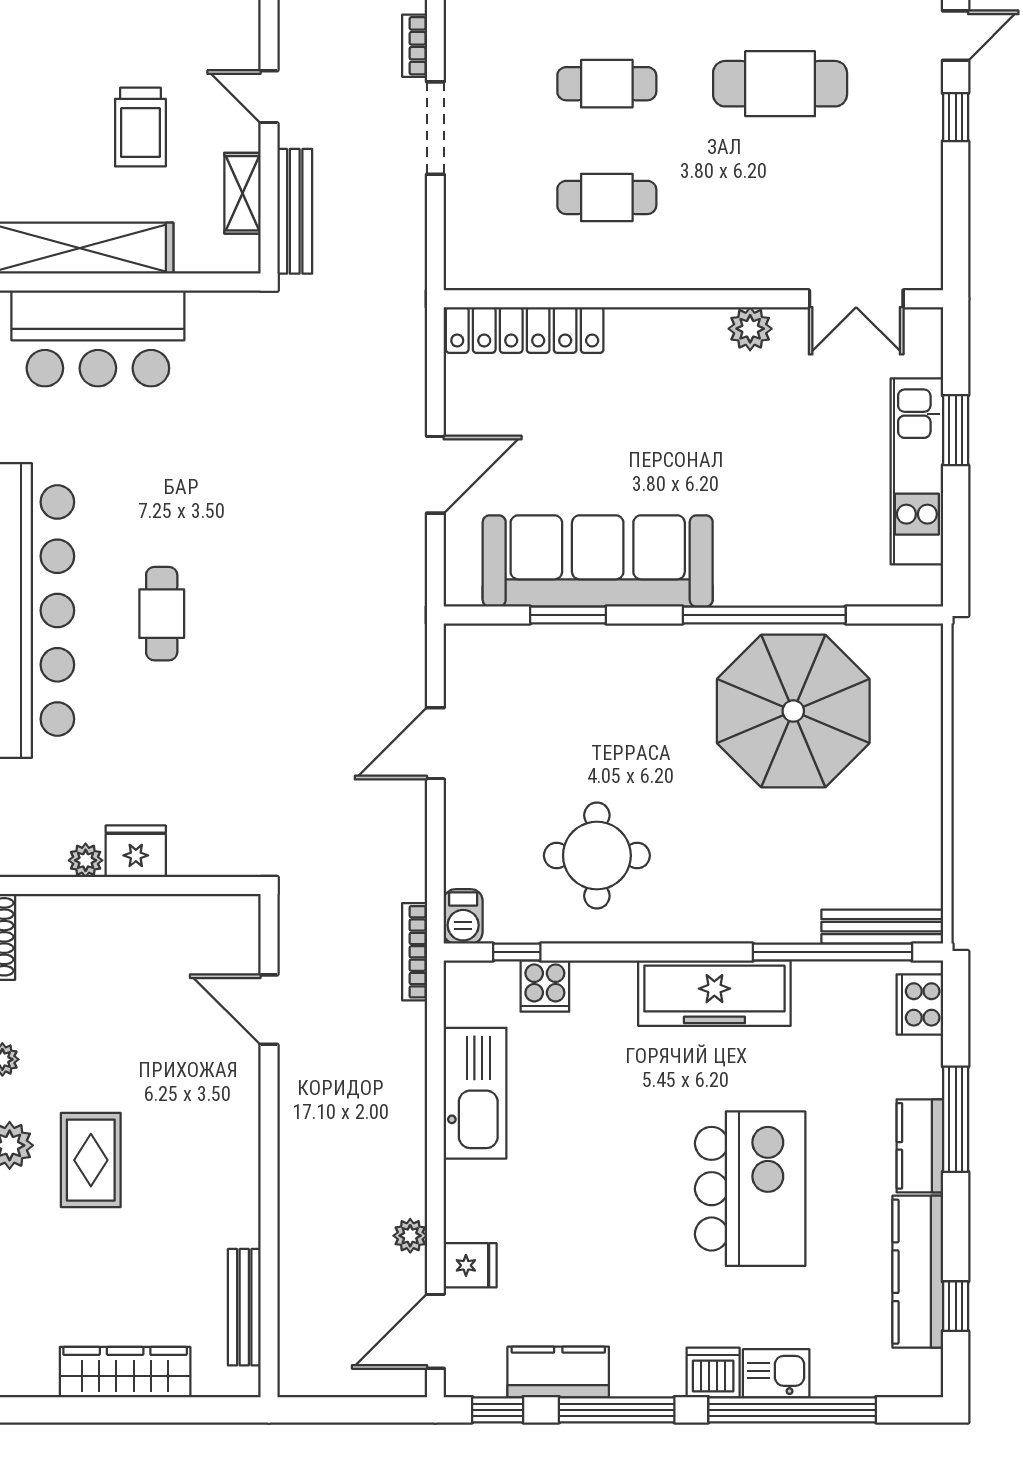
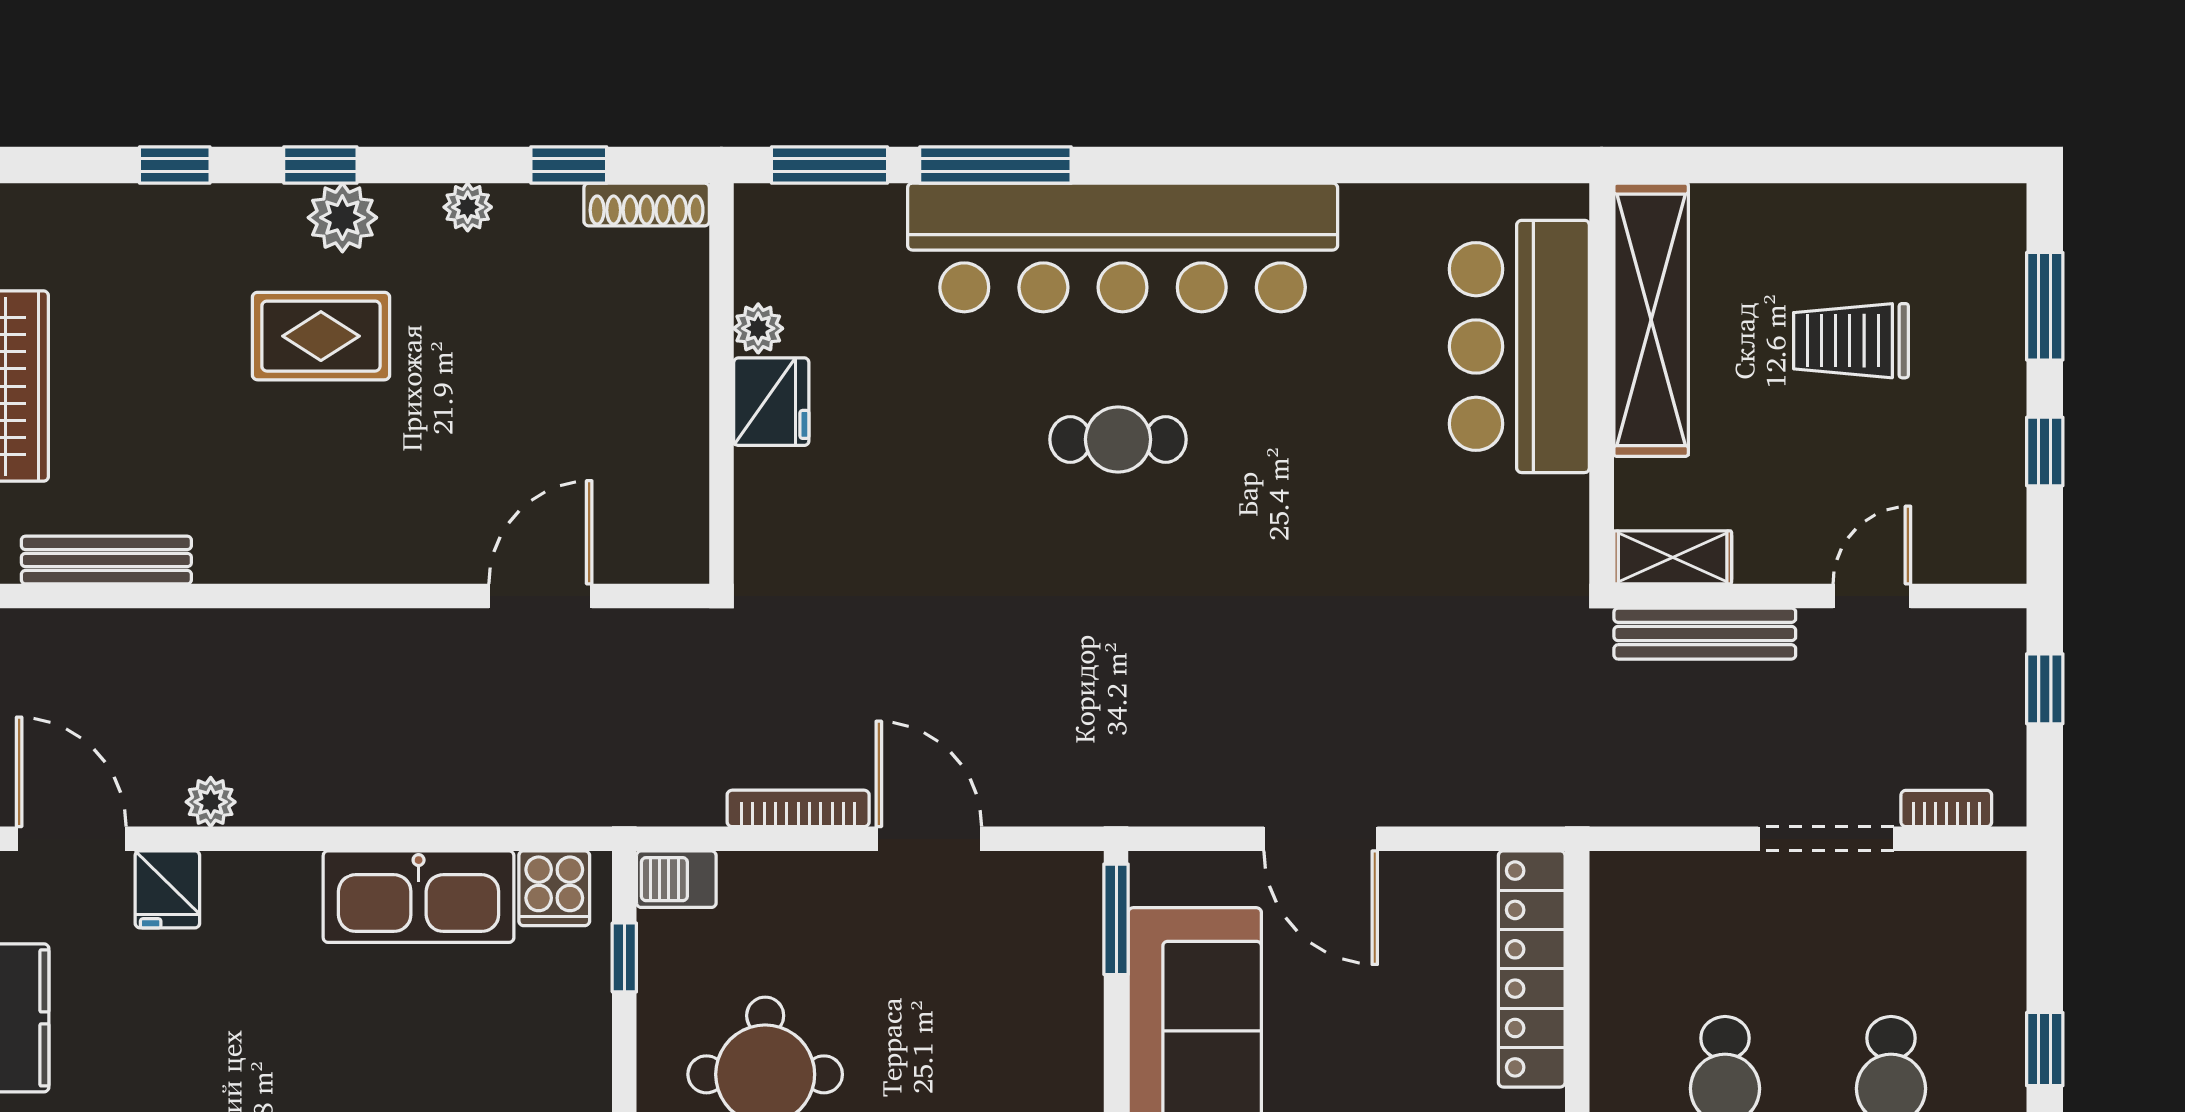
trolley: (140, 127) -> (1851, 341), moved
shelving: (242, 193) -> (1673, 557), moved
window: (568, 615) -> (1116, 919), moved
bookcase: (415, 952) -> (798, 808), moved
cooker: (545, 986) -> (554, 888), moved, turned -90

